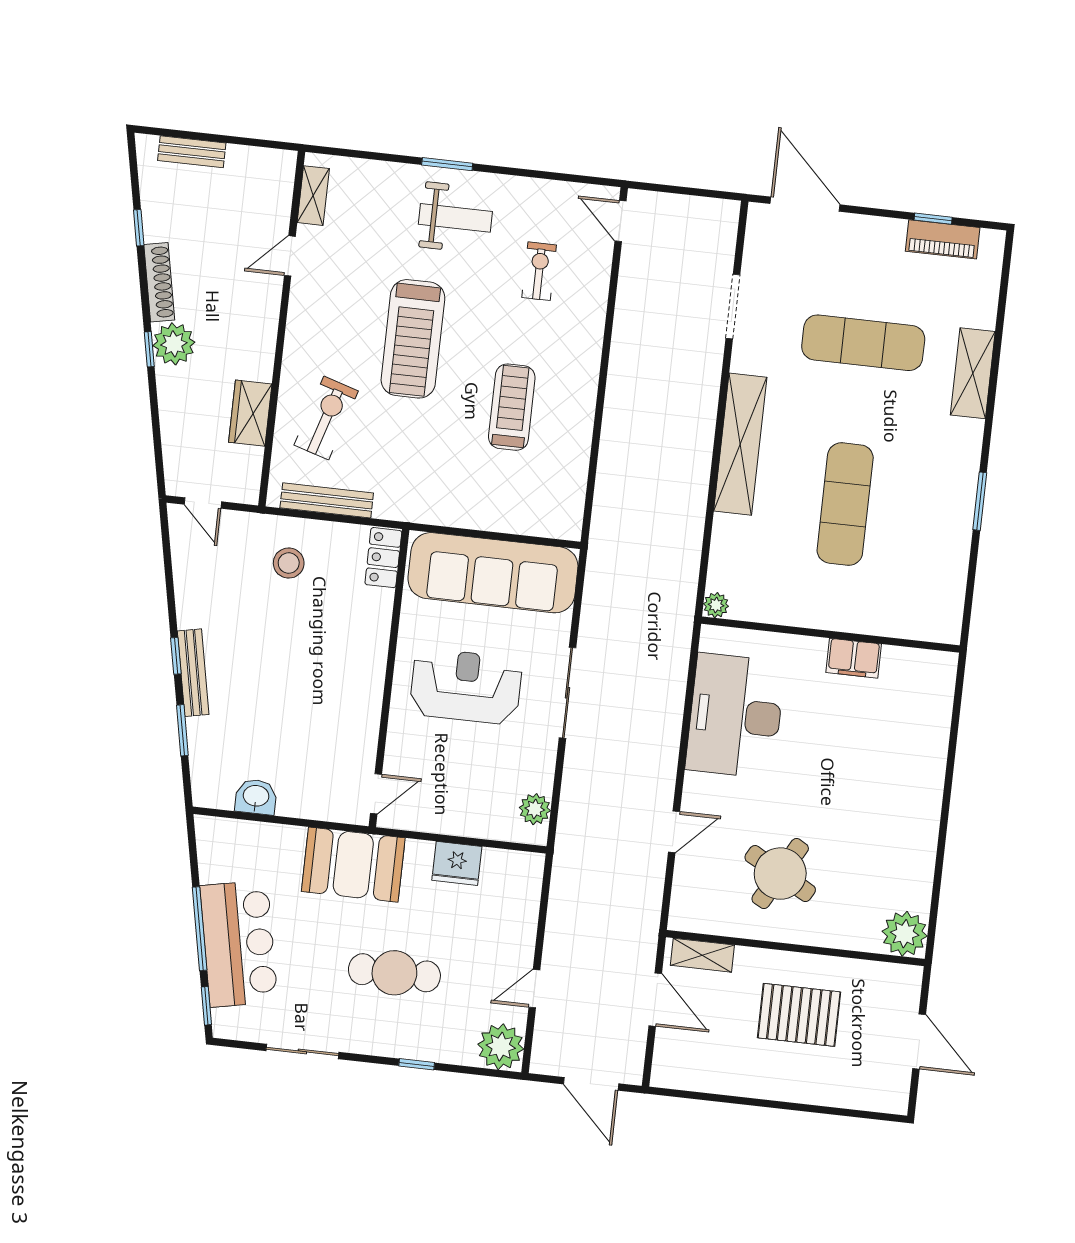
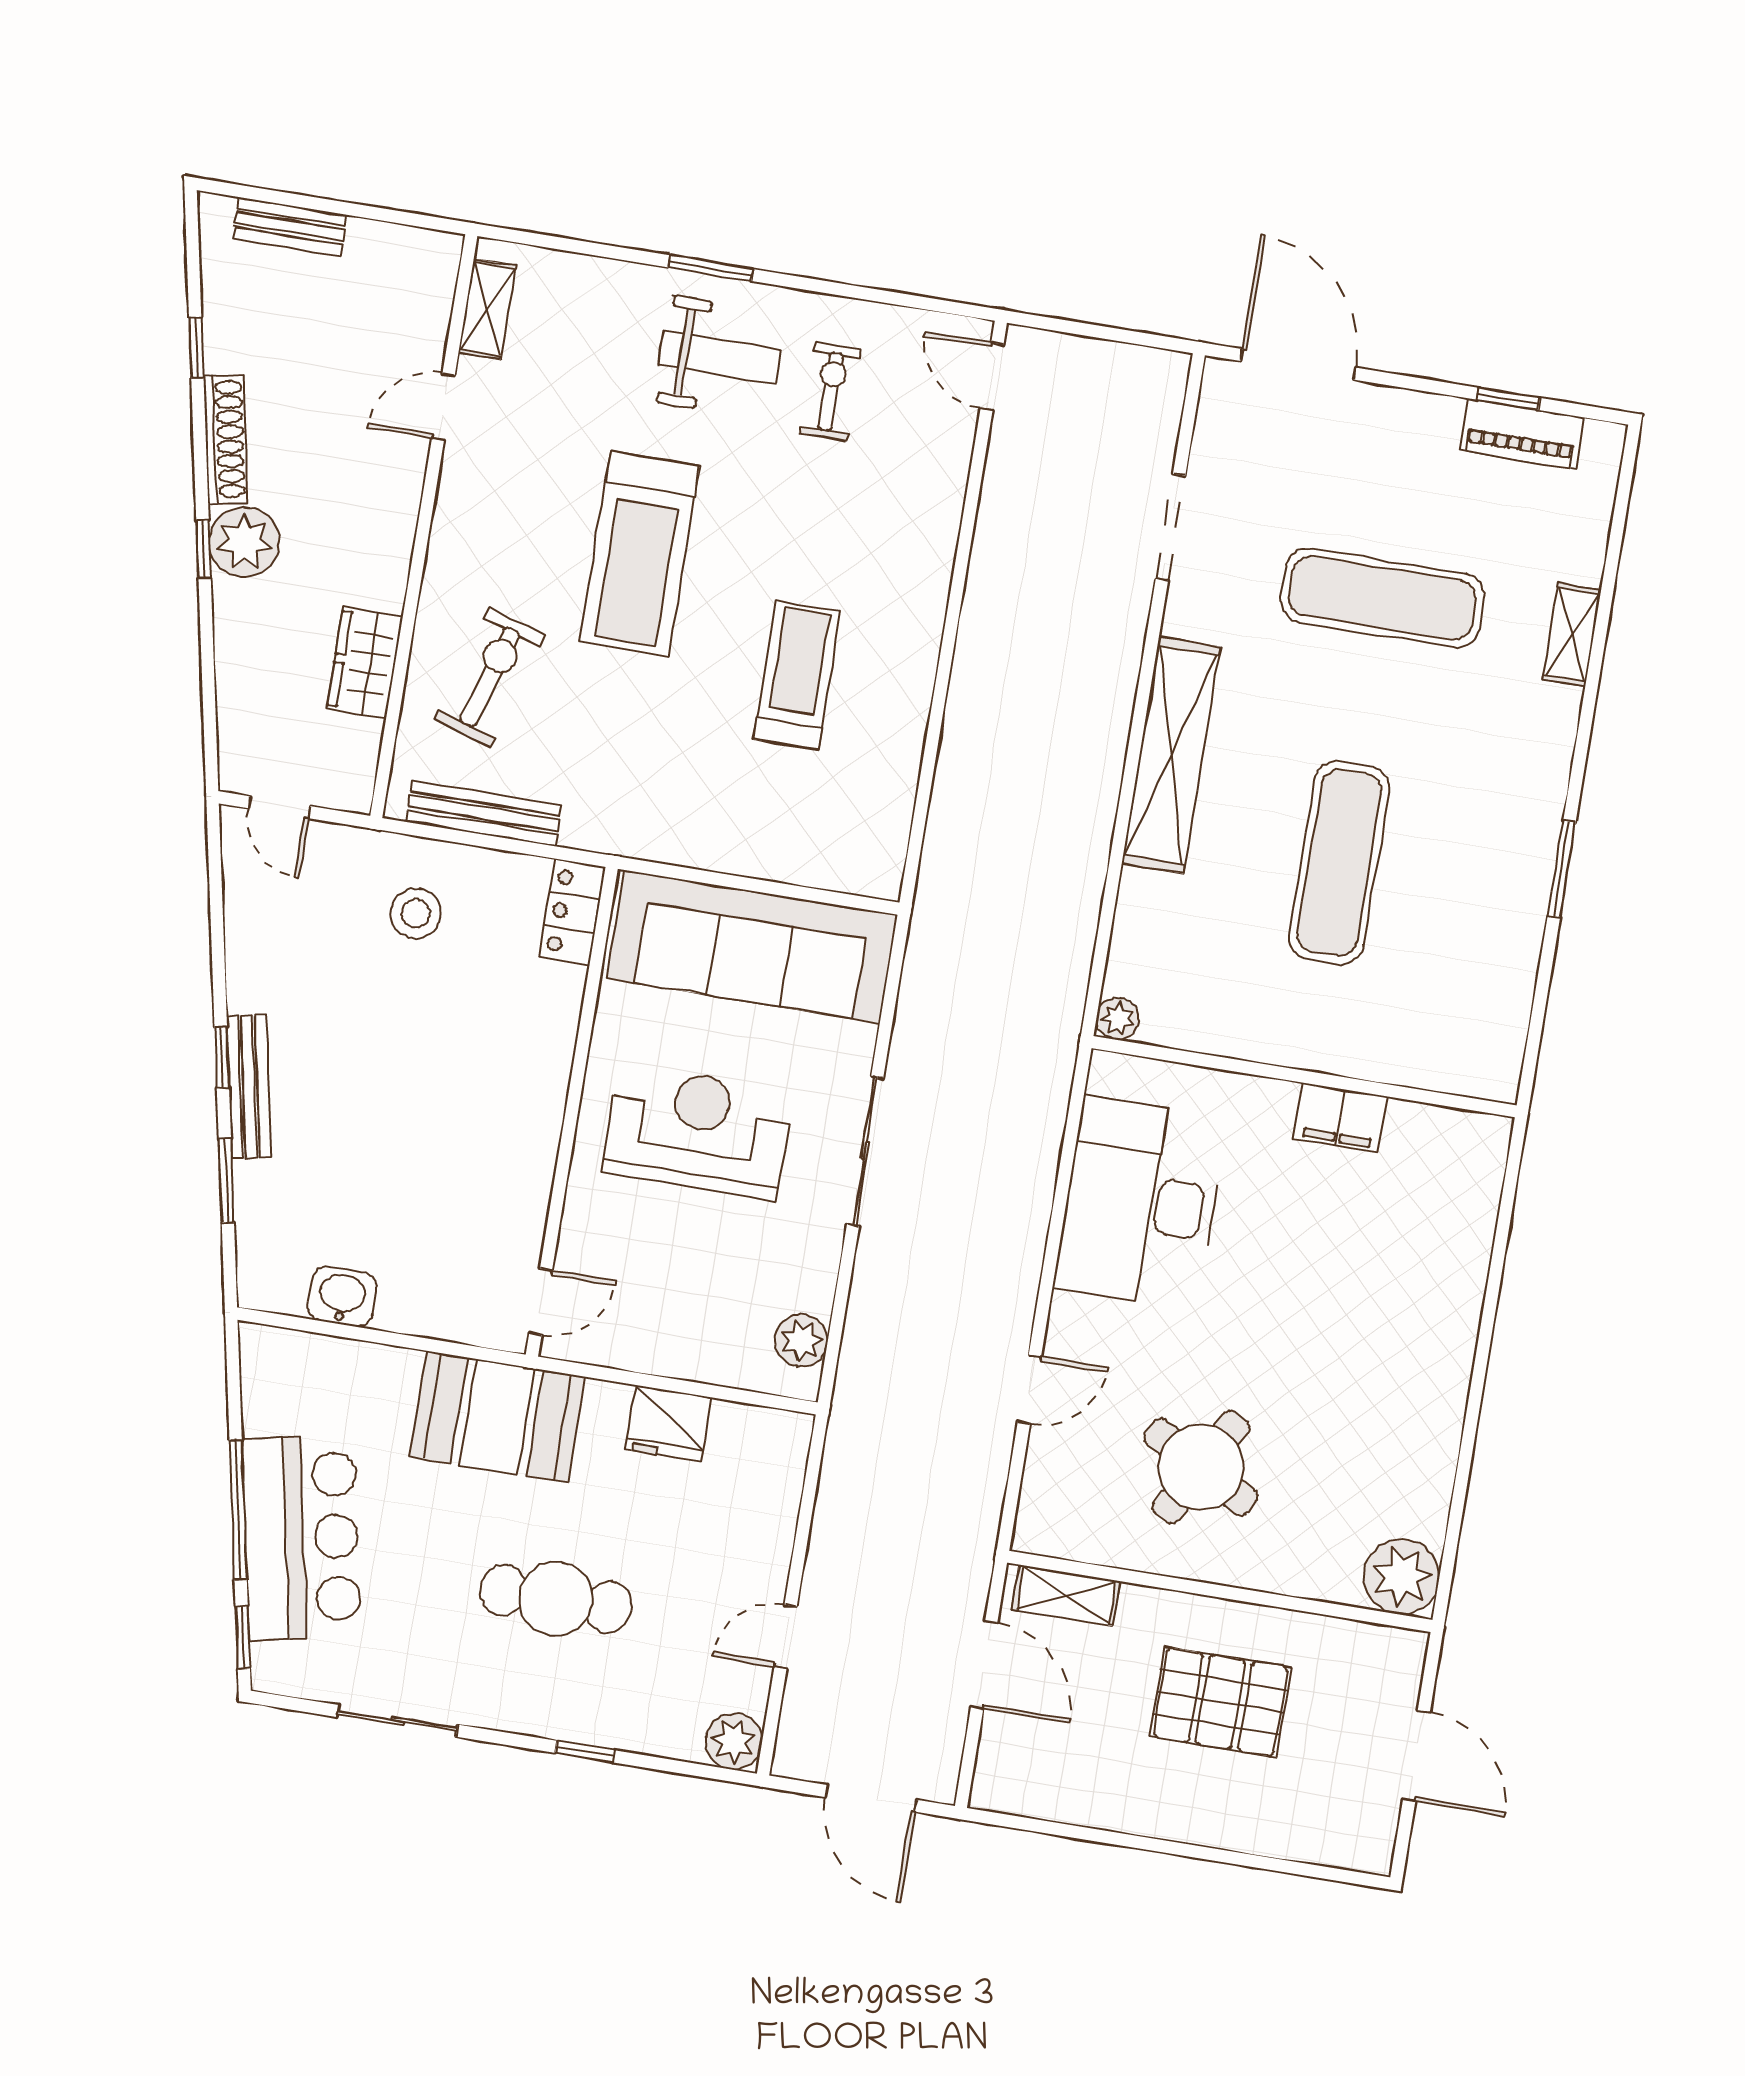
exercise bike: (539, 271) -> (830, 391), moved
shelving: (973, 373) -> (1572, 635), width x0.67, depth x0.75
plant: (501, 1047) -> (734, 1741), width x0.73, depth x0.73

